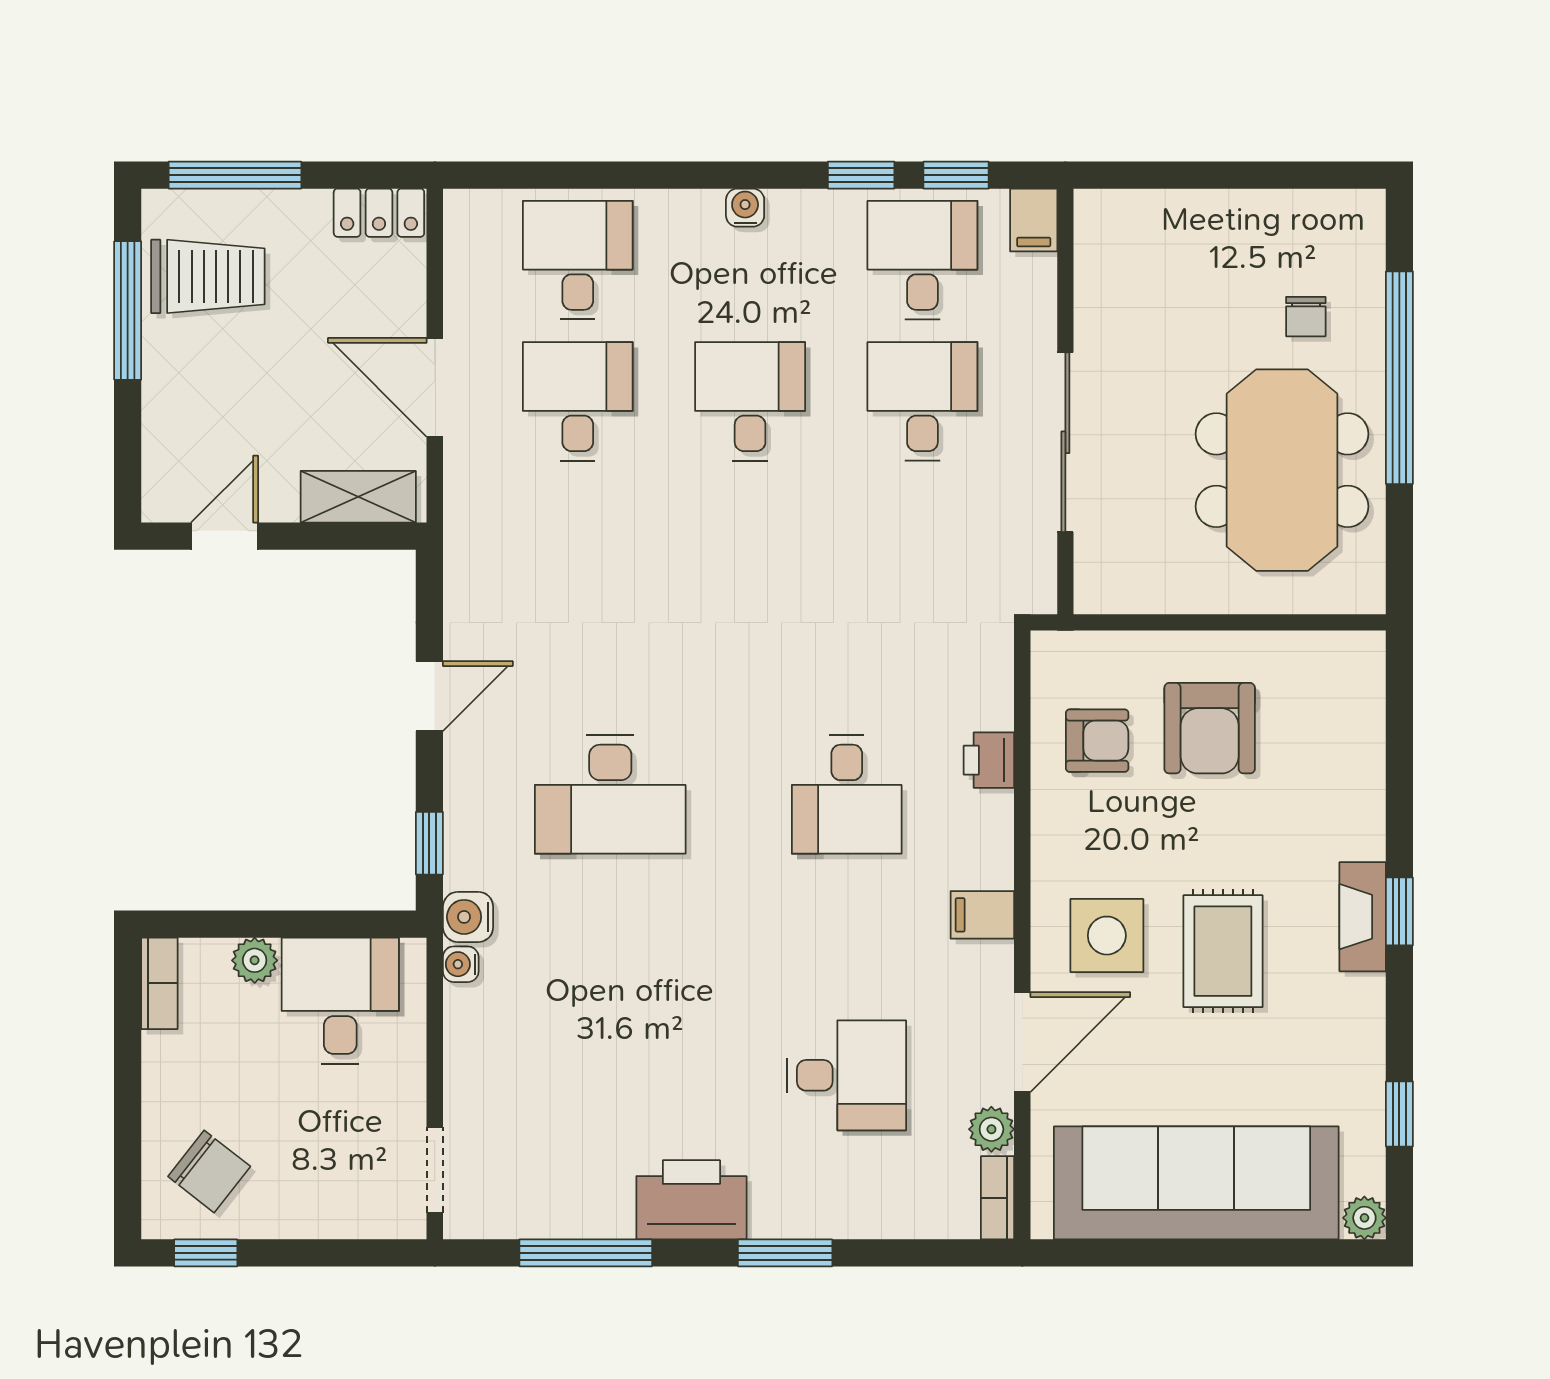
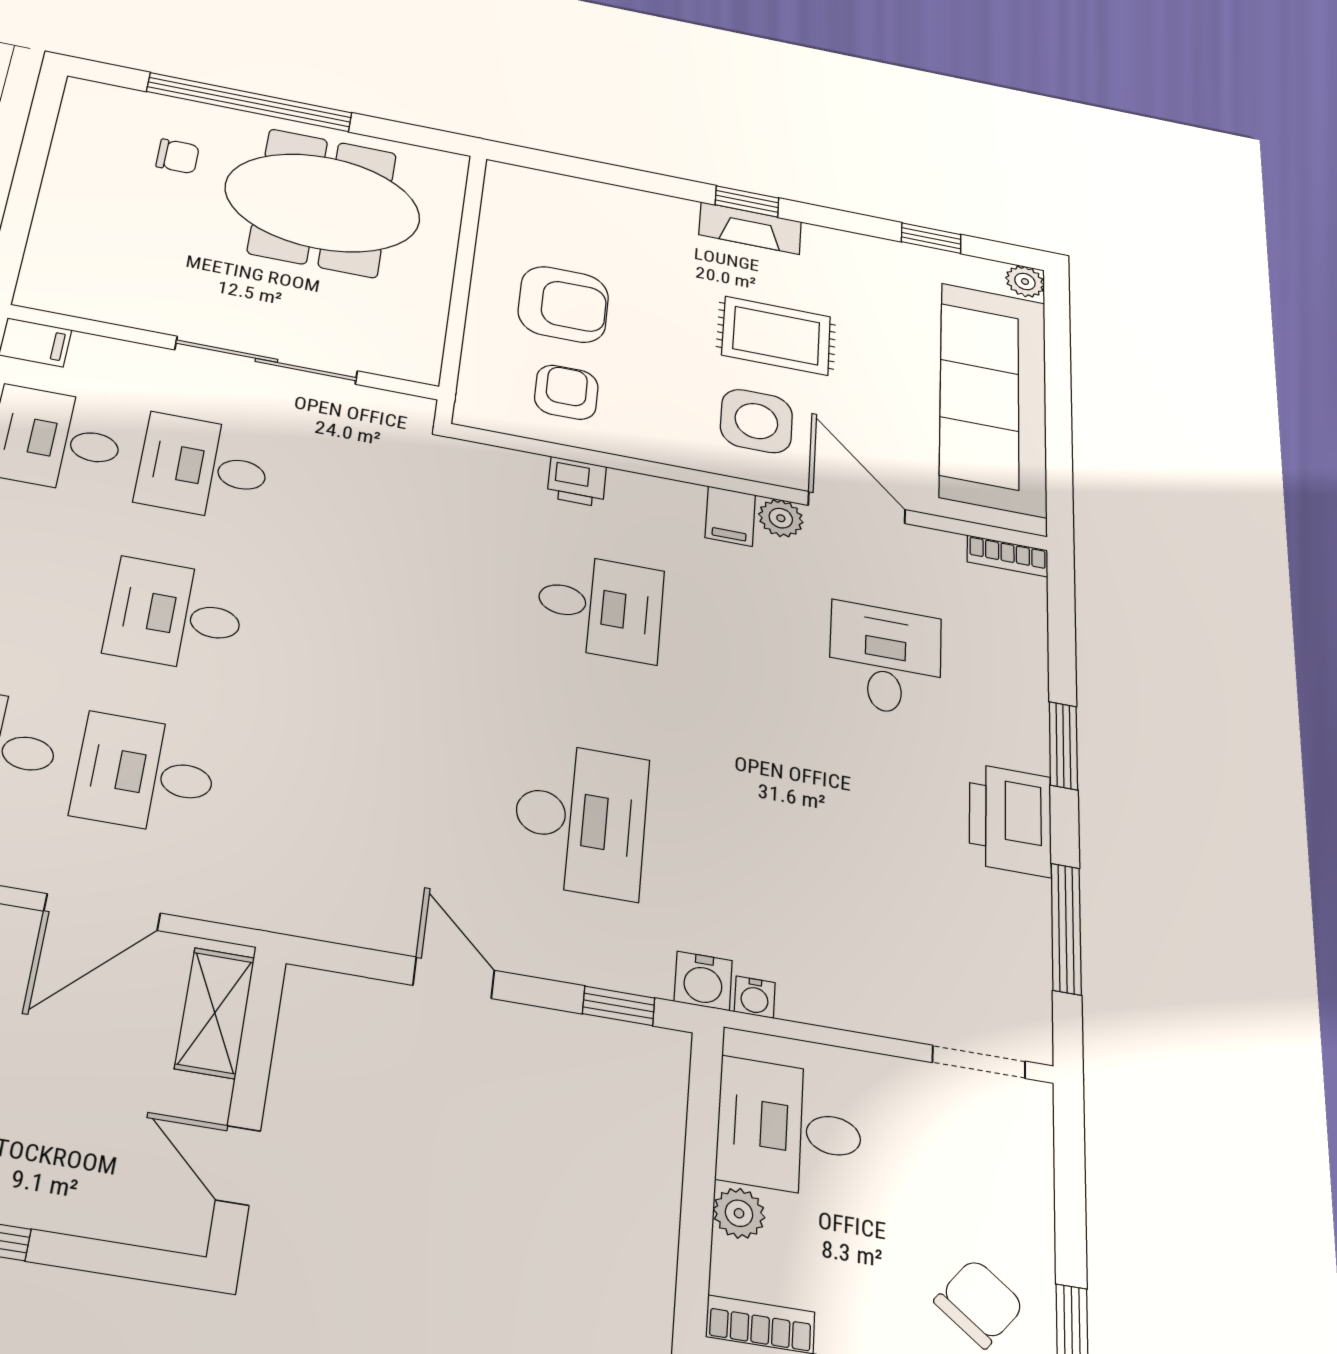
plant: (991, 1129) -> (781, 518), moved

